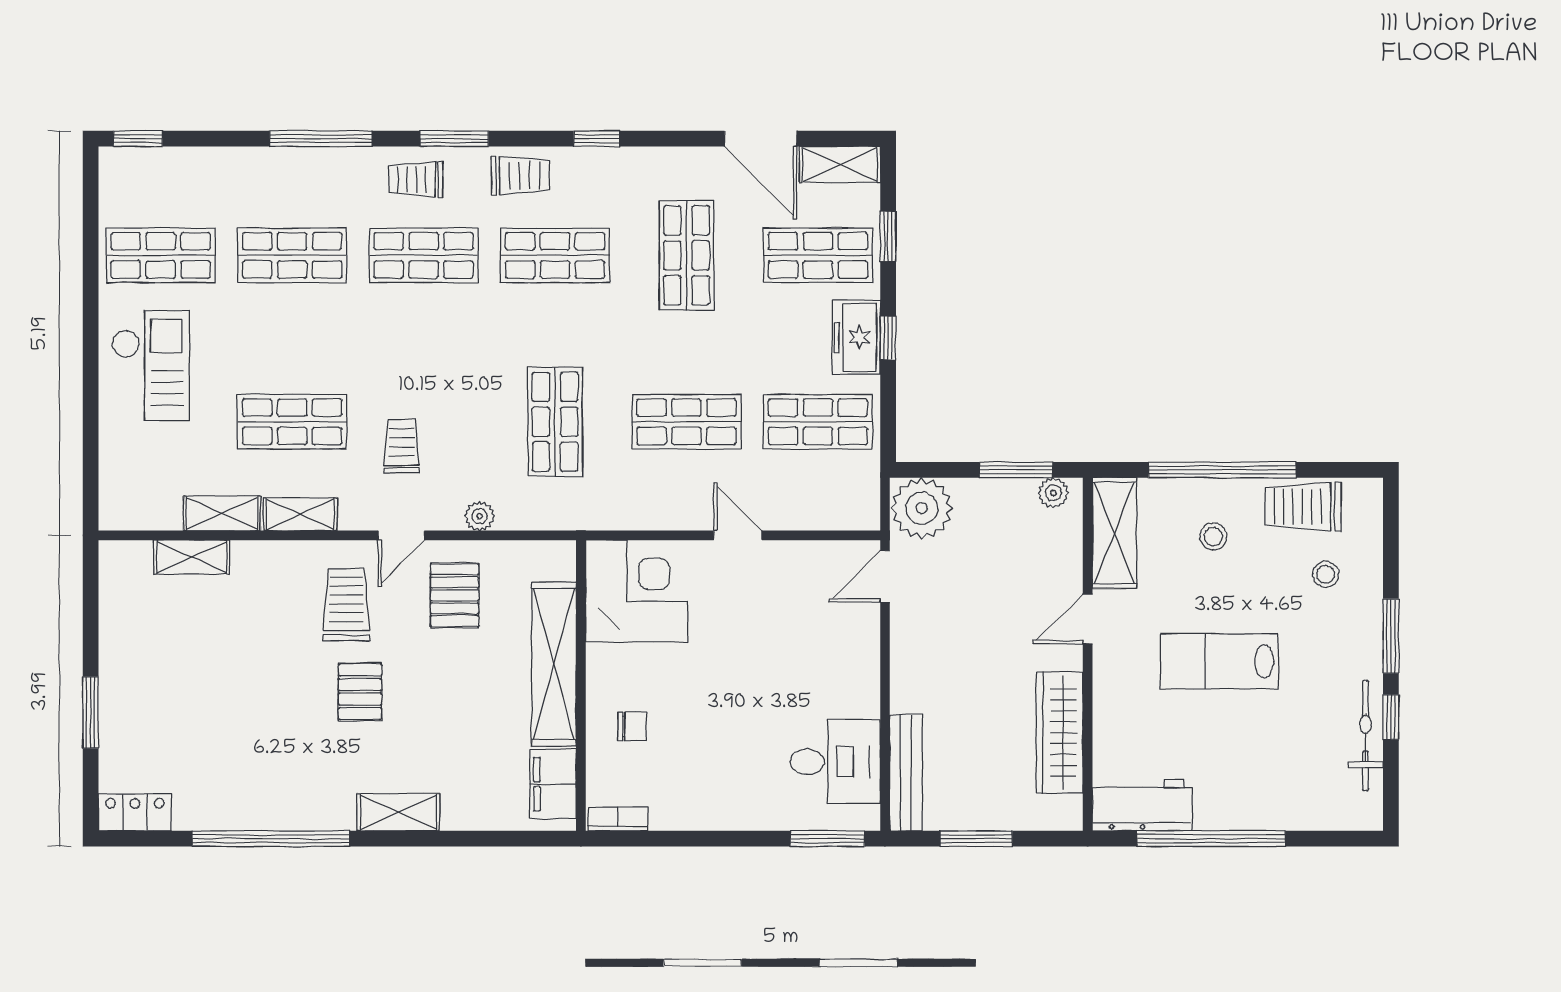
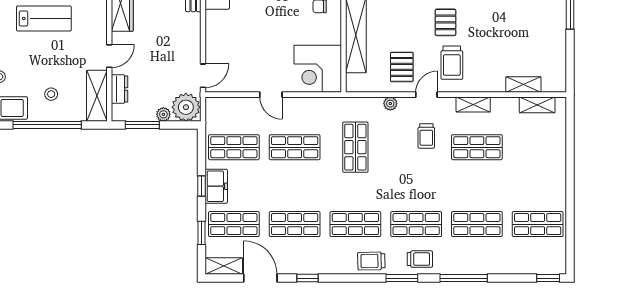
window: (597, 139) -> (307, 278), moved
shop shelf: (686, 255) -> (295, 224), turned 90
checkout: (151, 366) -> (542, 173), removed
plant: (1053, 493) -> (163, 114), moved
shelving: (222, 513) -> (537, 105), moved
dresser: (1065, 548) -> (120, 89), added
lab bench: (1219, 661) -> (44, 18), moved

